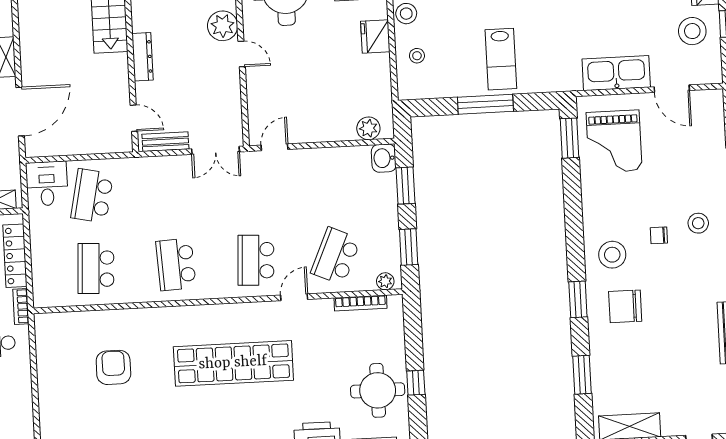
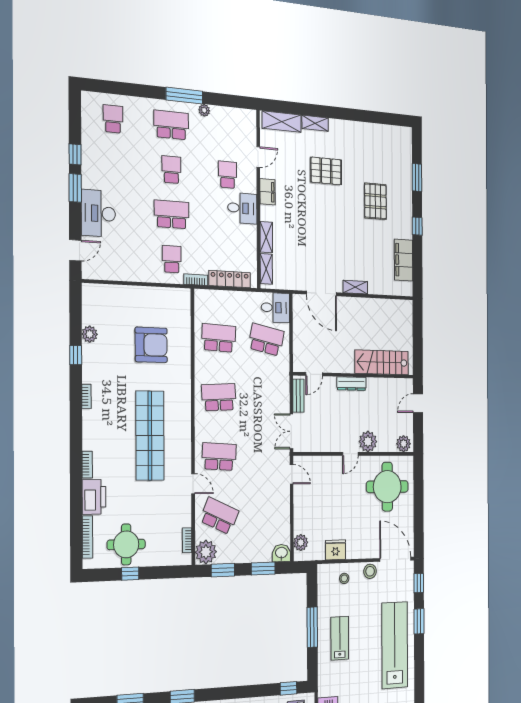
fridge: (375, 36) -> (335, 550), moved
lab bench: (501, 59) -> (340, 638), turned 90
window: (569, 138) -> (288, 688), width x0.67
plant: (385, 281) -> (206, 552), width x1.87, depth x1.87
bookcase: (360, 303) -> (187, 540), width x0.64
armchair: (113, 367) -> (151, 345), width x1.36, depth x1.36

